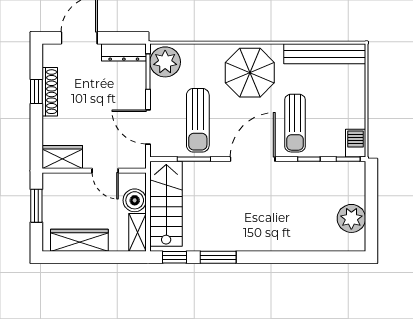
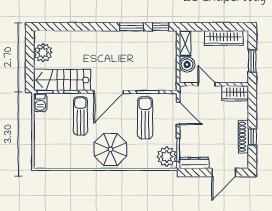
bench: (325, 54) -> (61, 162), removed
stairs: (166, 204) -> (62, 80), moved, turned 90

